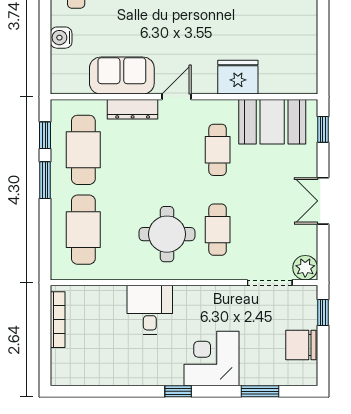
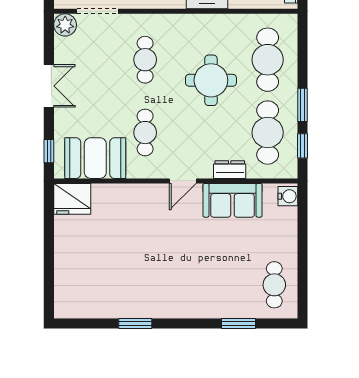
water cooler: (61, 38) -> (288, 196), moved
fridge: (238, 77) -> (72, 199), moved
dresser: (133, 109) -> (230, 170), width x0.70
round table: (167, 234) -> (211, 80), moved

